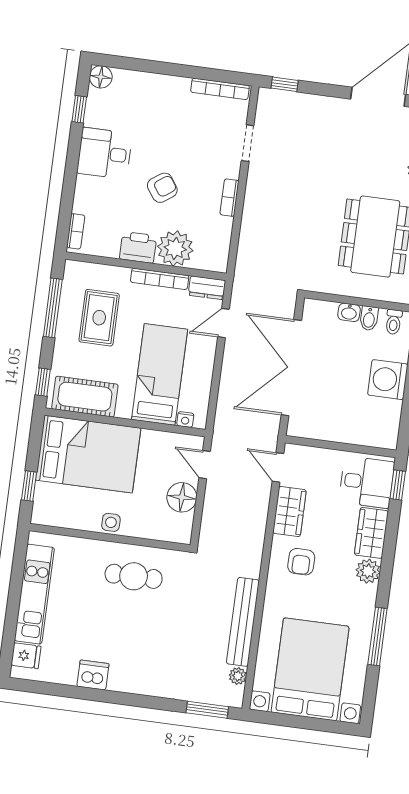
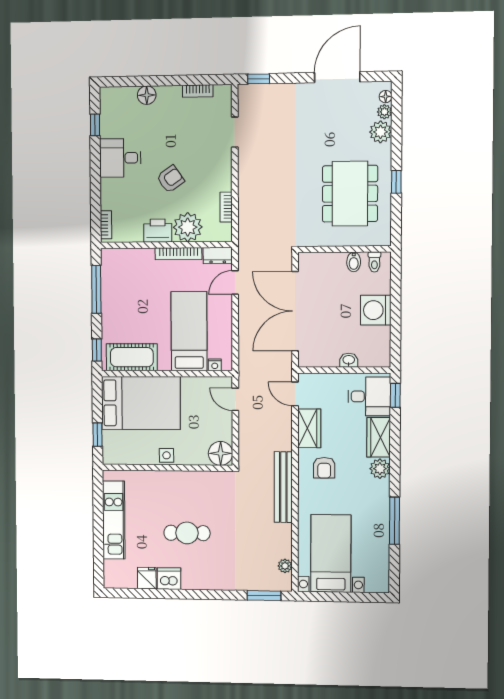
floor lamp: (101, 77) -> (147, 95), moved
bookcase: (220, 89) -> (198, 91), width x0.64
bookcase: (229, 198) -> (226, 207), moved
washbasin: (349, 312) -> (349, 360), moved, turned 180
rug: (99, 318) -> (134, 292), removed
floor lamp: (182, 497) -> (221, 453), moved
cafe table: (134, 576) -> (187, 533), moved
bench: (243, 622) -> (283, 487), moved
fridge: (26, 656) -> (147, 578), moved, turned -90
bed with nightstands: (310, 669) -> (331, 553), width x0.73

